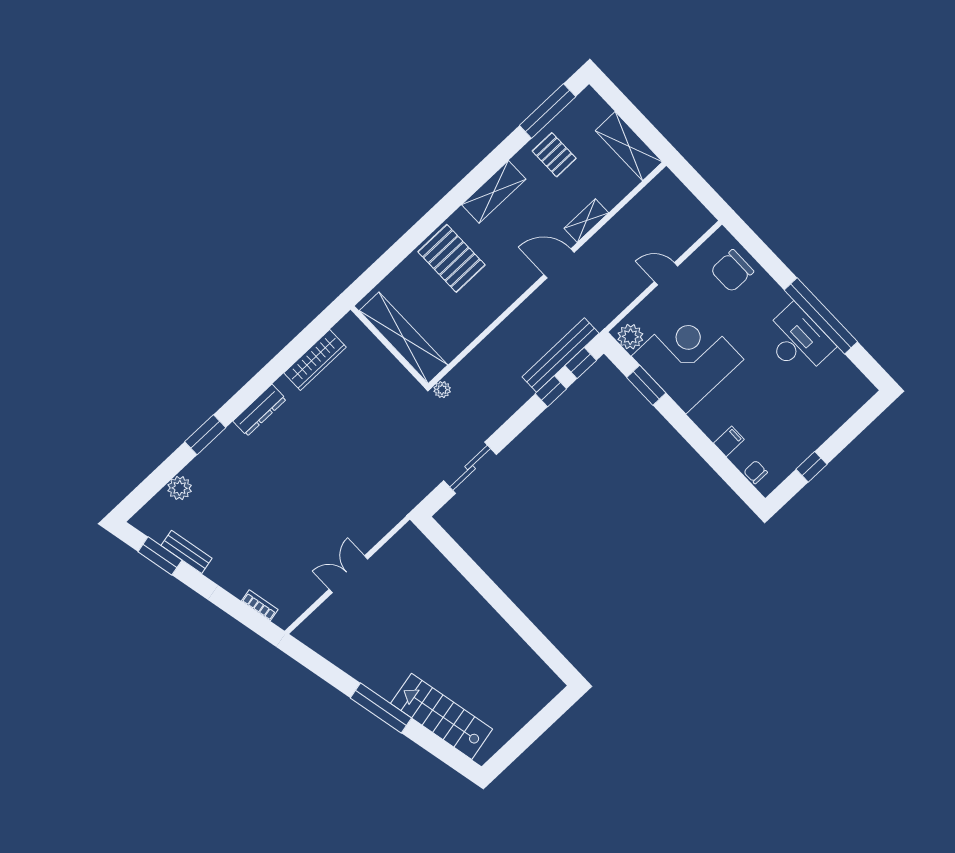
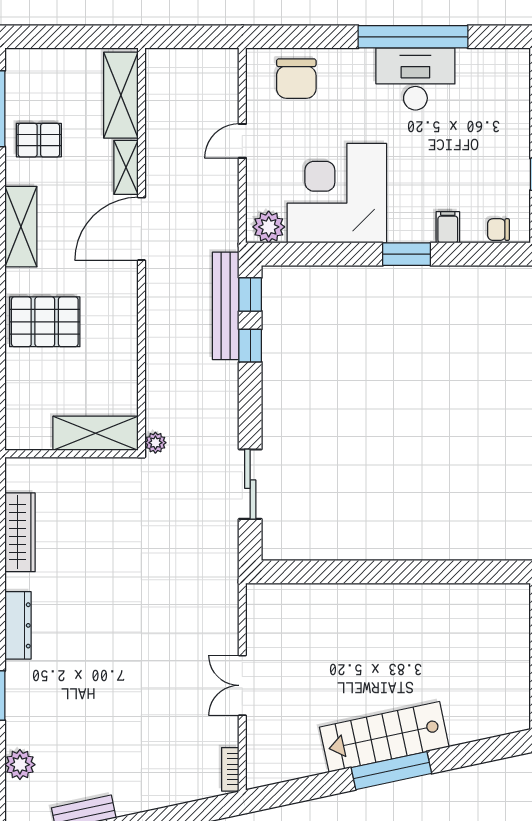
shelving: (629, 146) -> (121, 95), moved, turned 90
door: (559, 263) -> (141, 229), width x1.36
shelving: (403, 338) -> (95, 433), width x0.68
window: (646, 385) -> (407, 254), moved
bookcase: (260, 605) -> (230, 769), moved, turned -78
stairs: (442, 716) -> (384, 737), moved

